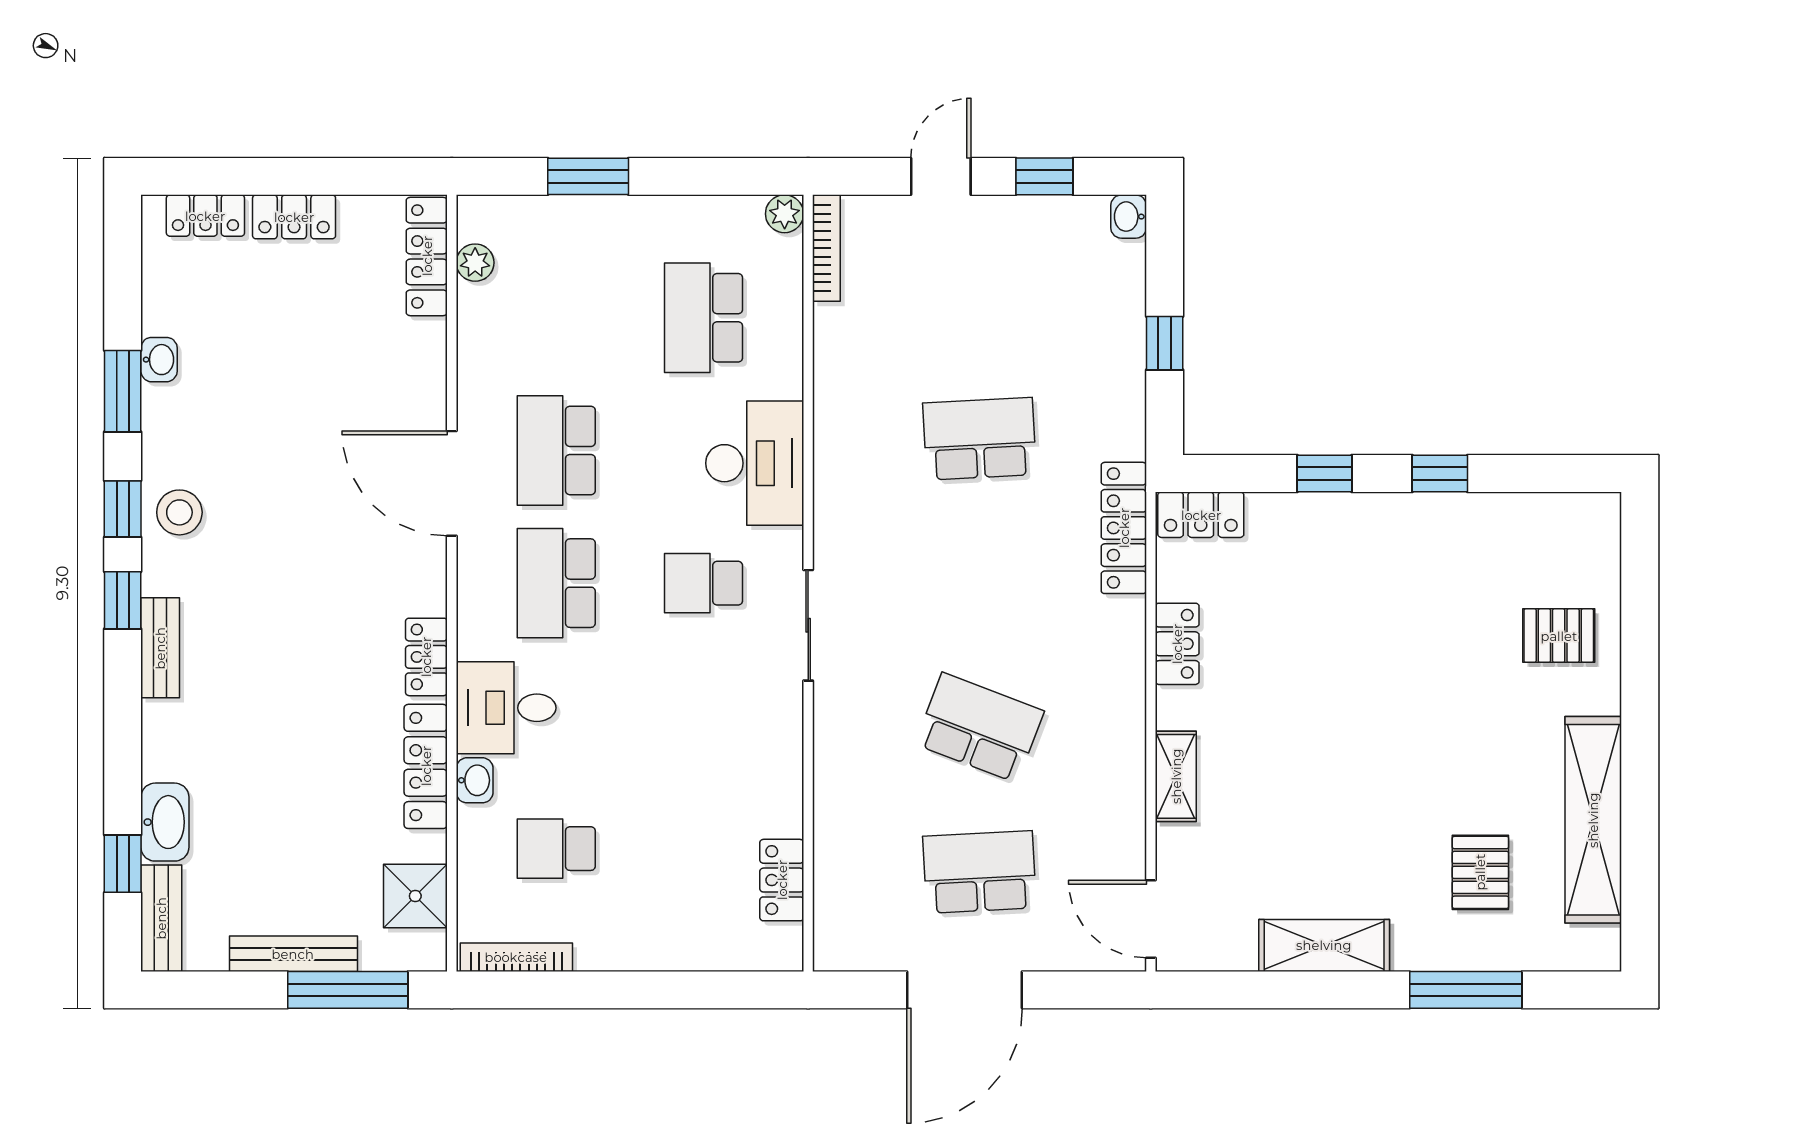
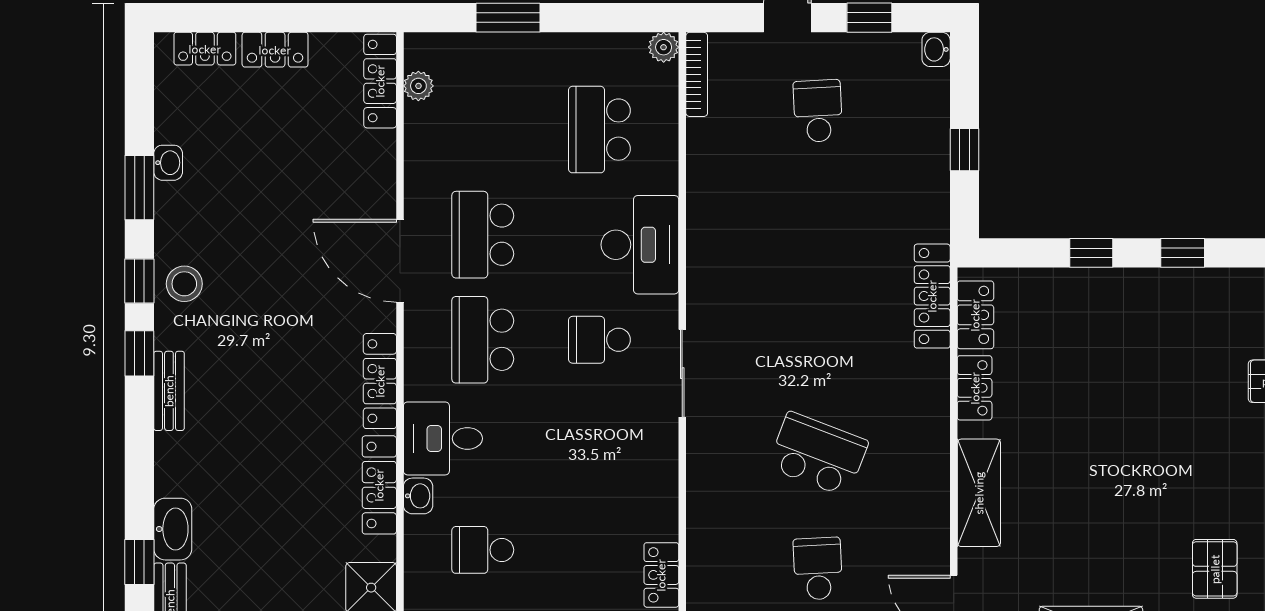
school desk: (979, 439) -> (818, 111), moved, width x0.54
locker: (1201, 515) -> (975, 315), moved, turned -90
locker: (426, 657) -> (380, 381), width x1.53
shelving: (1176, 776) -> (979, 493), width x1.50, depth x1.33
school desk: (979, 872) -> (818, 569), width x0.54

